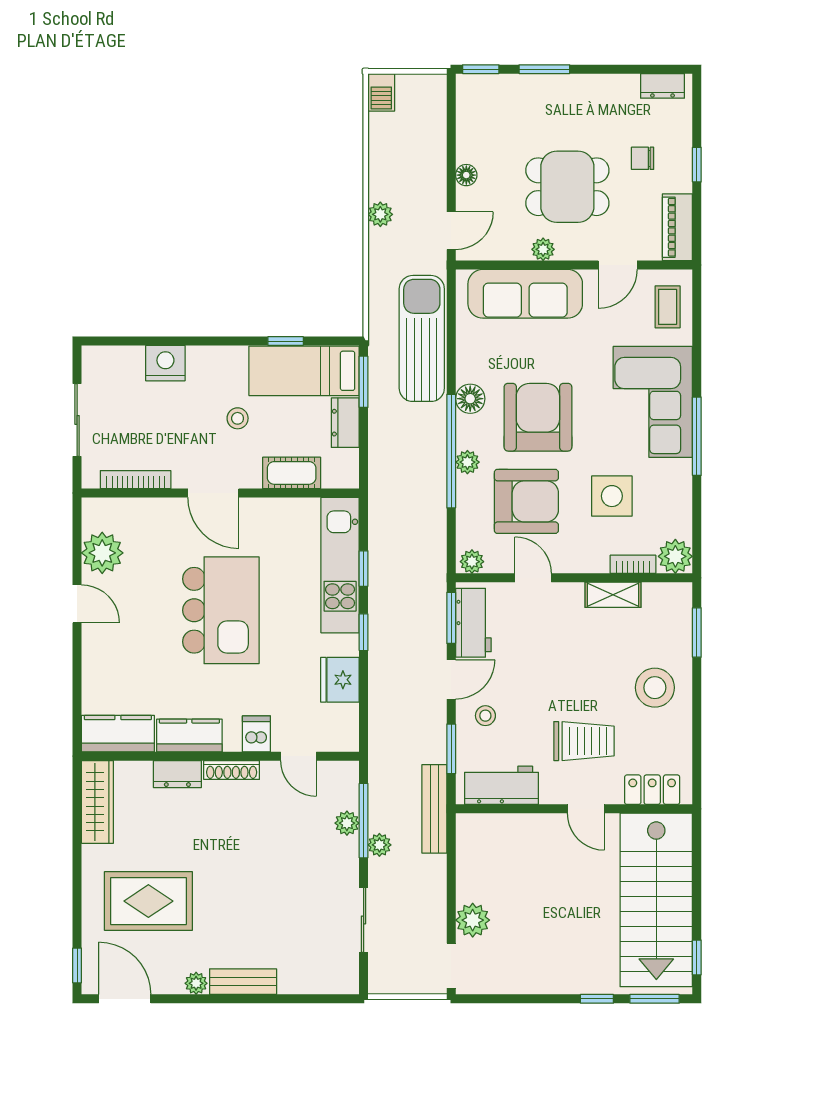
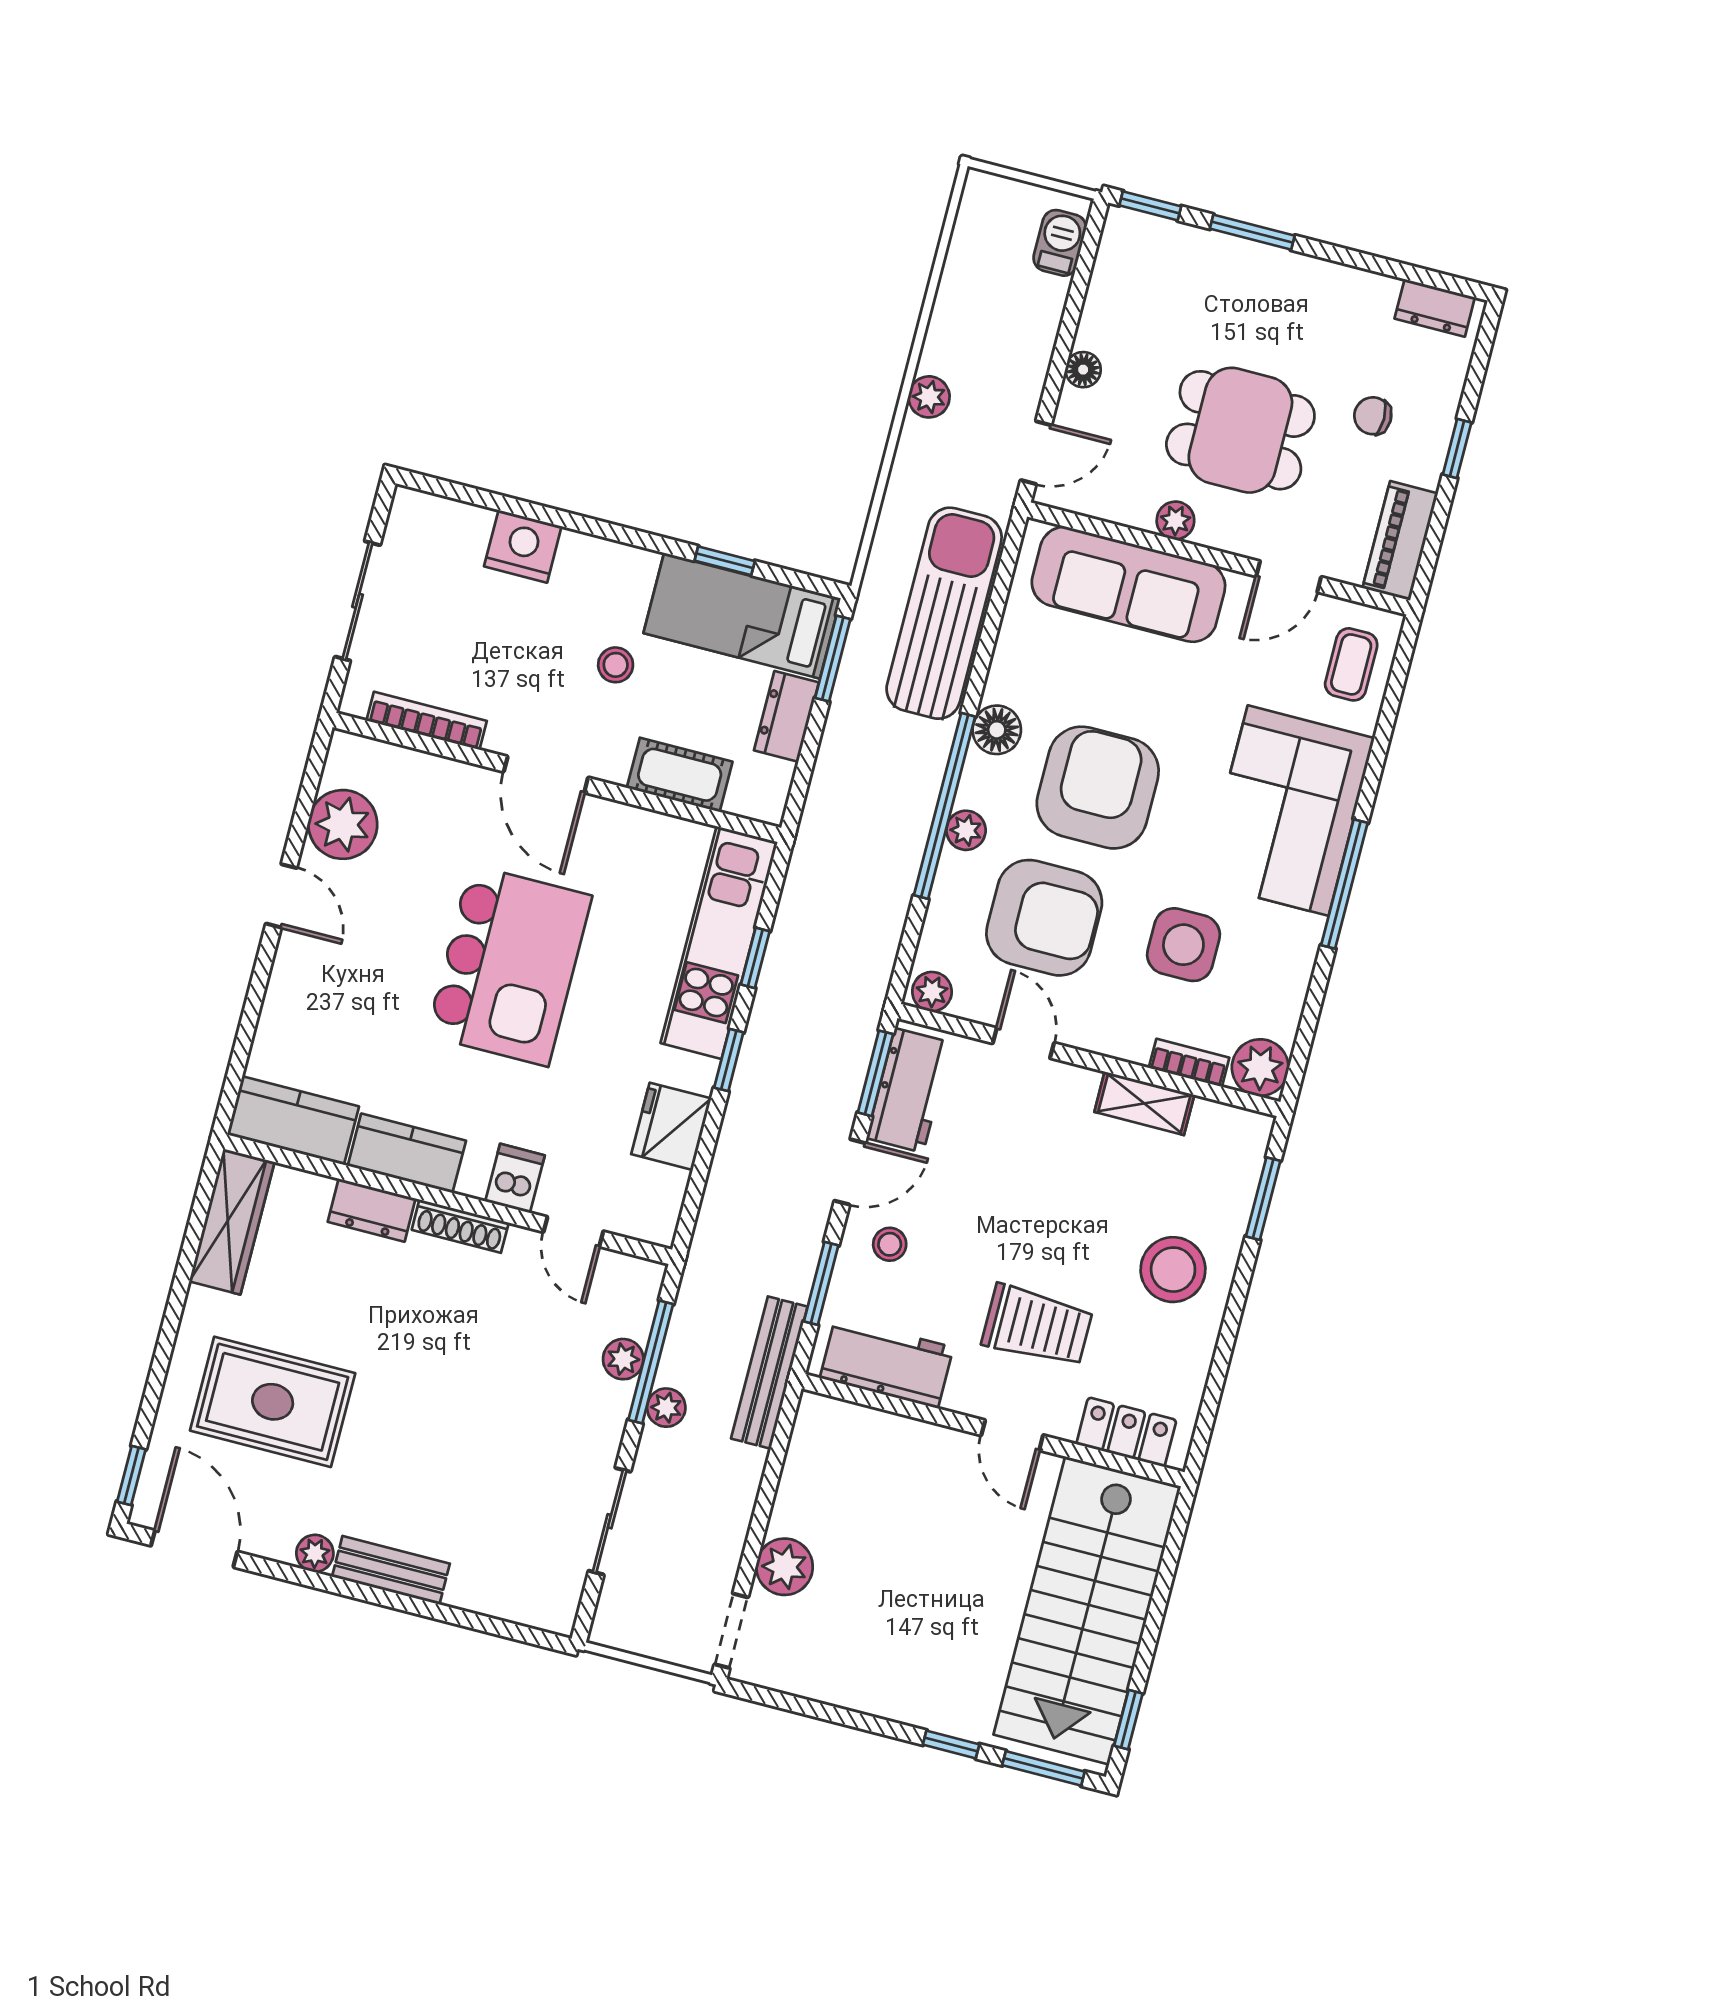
barbecue: (381, 92) -> (1060, 243), moved, turned 180

